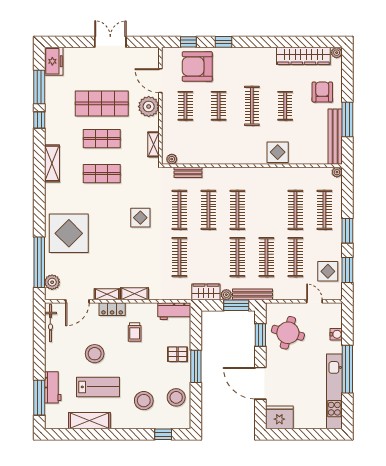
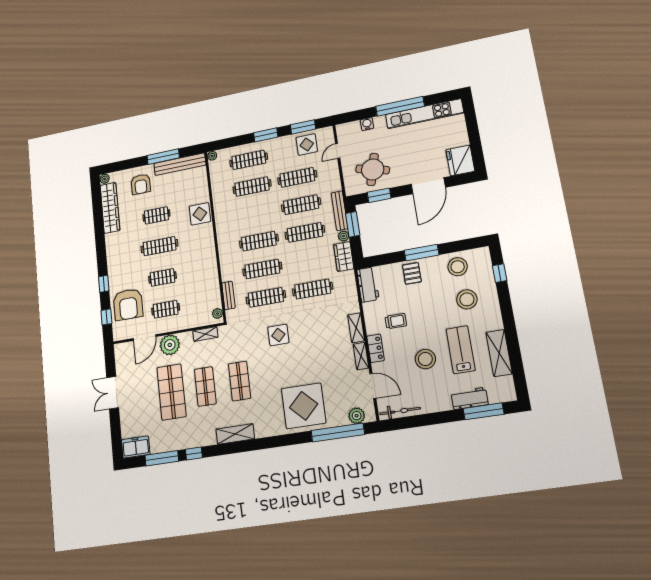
armchair: (322, 92) -> (141, 184), turned -90

